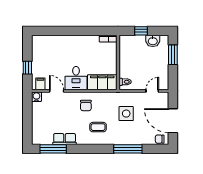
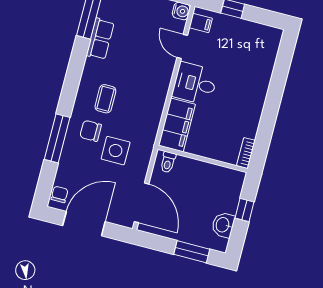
door: (57, 91) -> (182, 46), swing flipped
door: (152, 91) -> (142, 203), width x1.88
chair: (86, 105) -> (91, 131), moved

